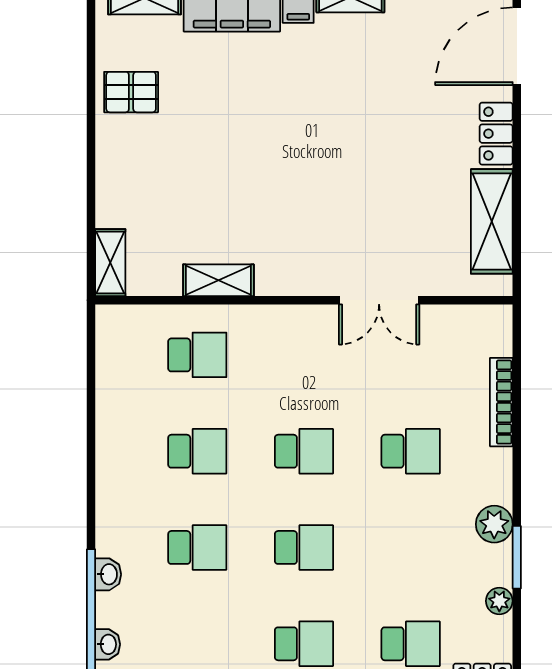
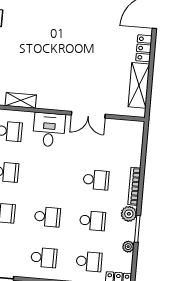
desk: (290, 343) -> (49, 130), added
bookcase: (501, 402) -> (134, 186), moved
school desk: (304, 451) -> (93, 221), moved

